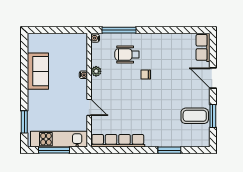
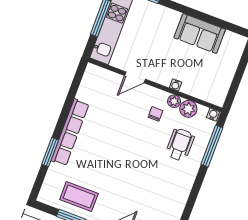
plant: (98, 58) -> (188, 109), added
chair: (146, 74) -> (155, 114), moved
coffee table: (195, 116) -> (79, 197), turned 90
row of seats: (118, 141) -> (70, 132), moved

